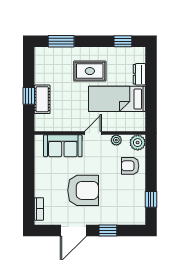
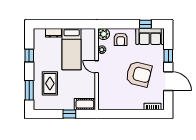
window: (123, 41) -> (29, 55), moved
rug: (90, 71) -> (50, 83), moved
cot: (42, 99) -> (85, 104), moved
sofa: (63, 146) -> (150, 36), moved, turned 90
armchair: (83, 190) -> (139, 74), turned 104

